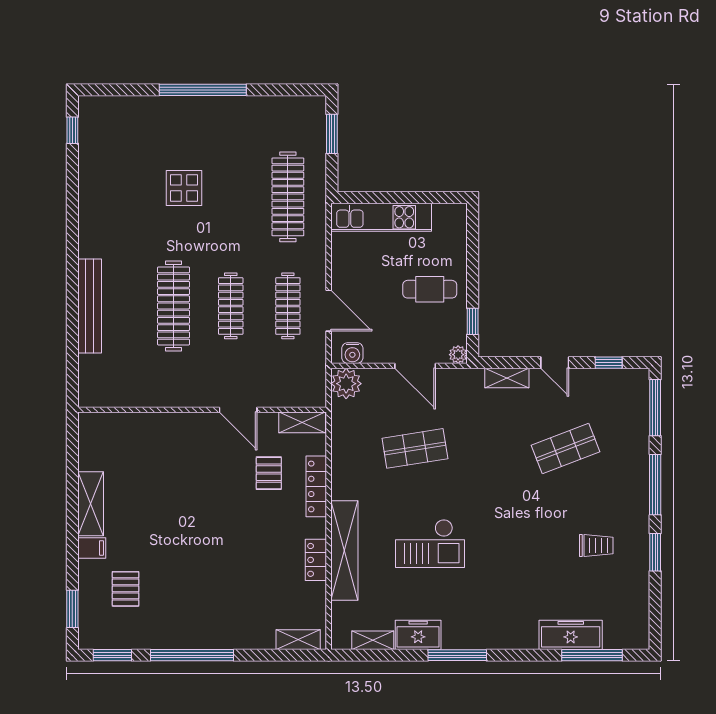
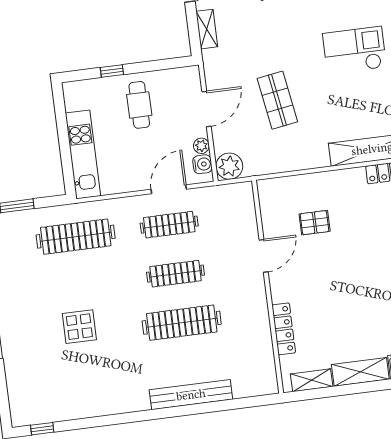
window: (473, 321) -> (112, 71), moved
plant: (458, 355) -> (201, 146), moved
shelving: (302, 422) -> (312, 380), moved, turned 90
locker: (316, 486) -> (284, 329), moved, turned -90
checkout: (430, 543) -> (354, 50), moved, turned -90

